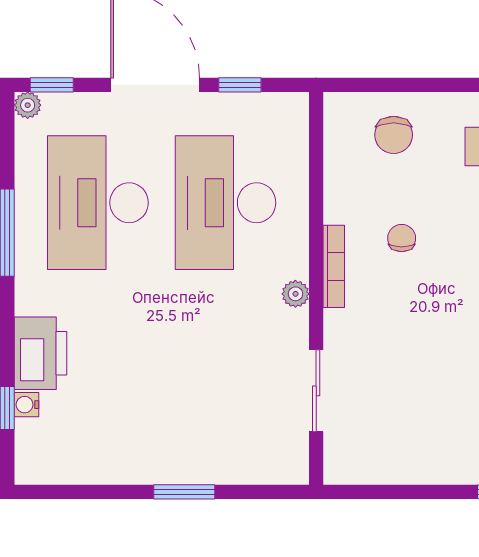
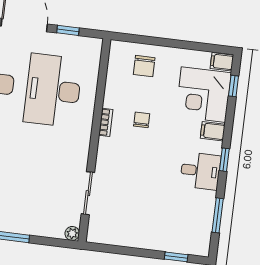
bookcase: (334, 266) -> (106, 122), width x0.64
plant: (295, 294) -> (72, 233), moved

